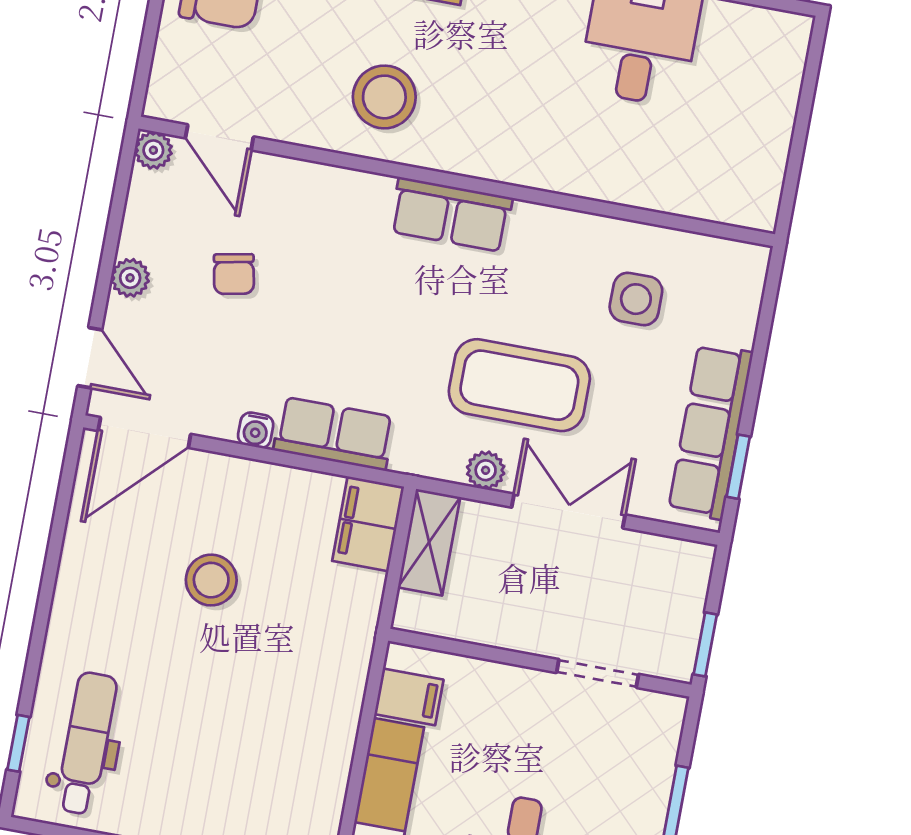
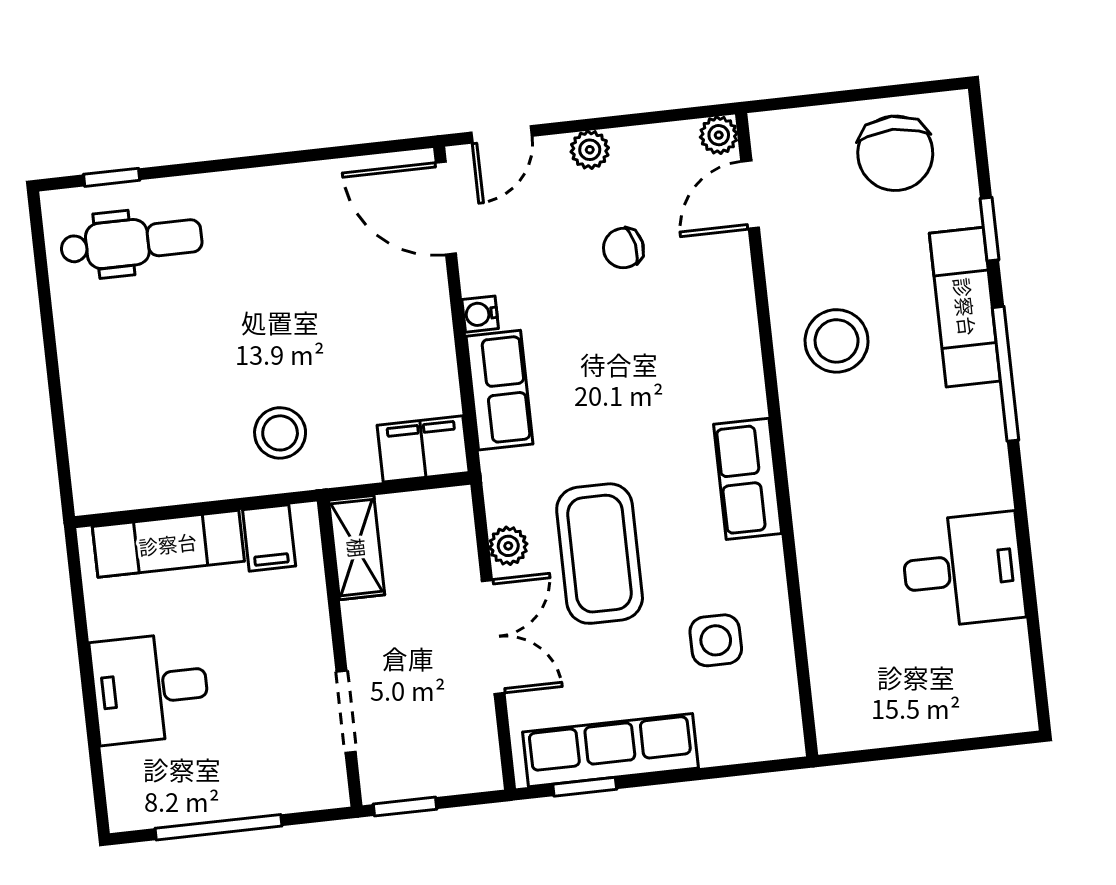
row of seats: (451, 215) -> (748, 479), moved
shelving: (429, 542) -> (357, 548), moved, turned 90
stool: (211, 580) -> (280, 433), moved

